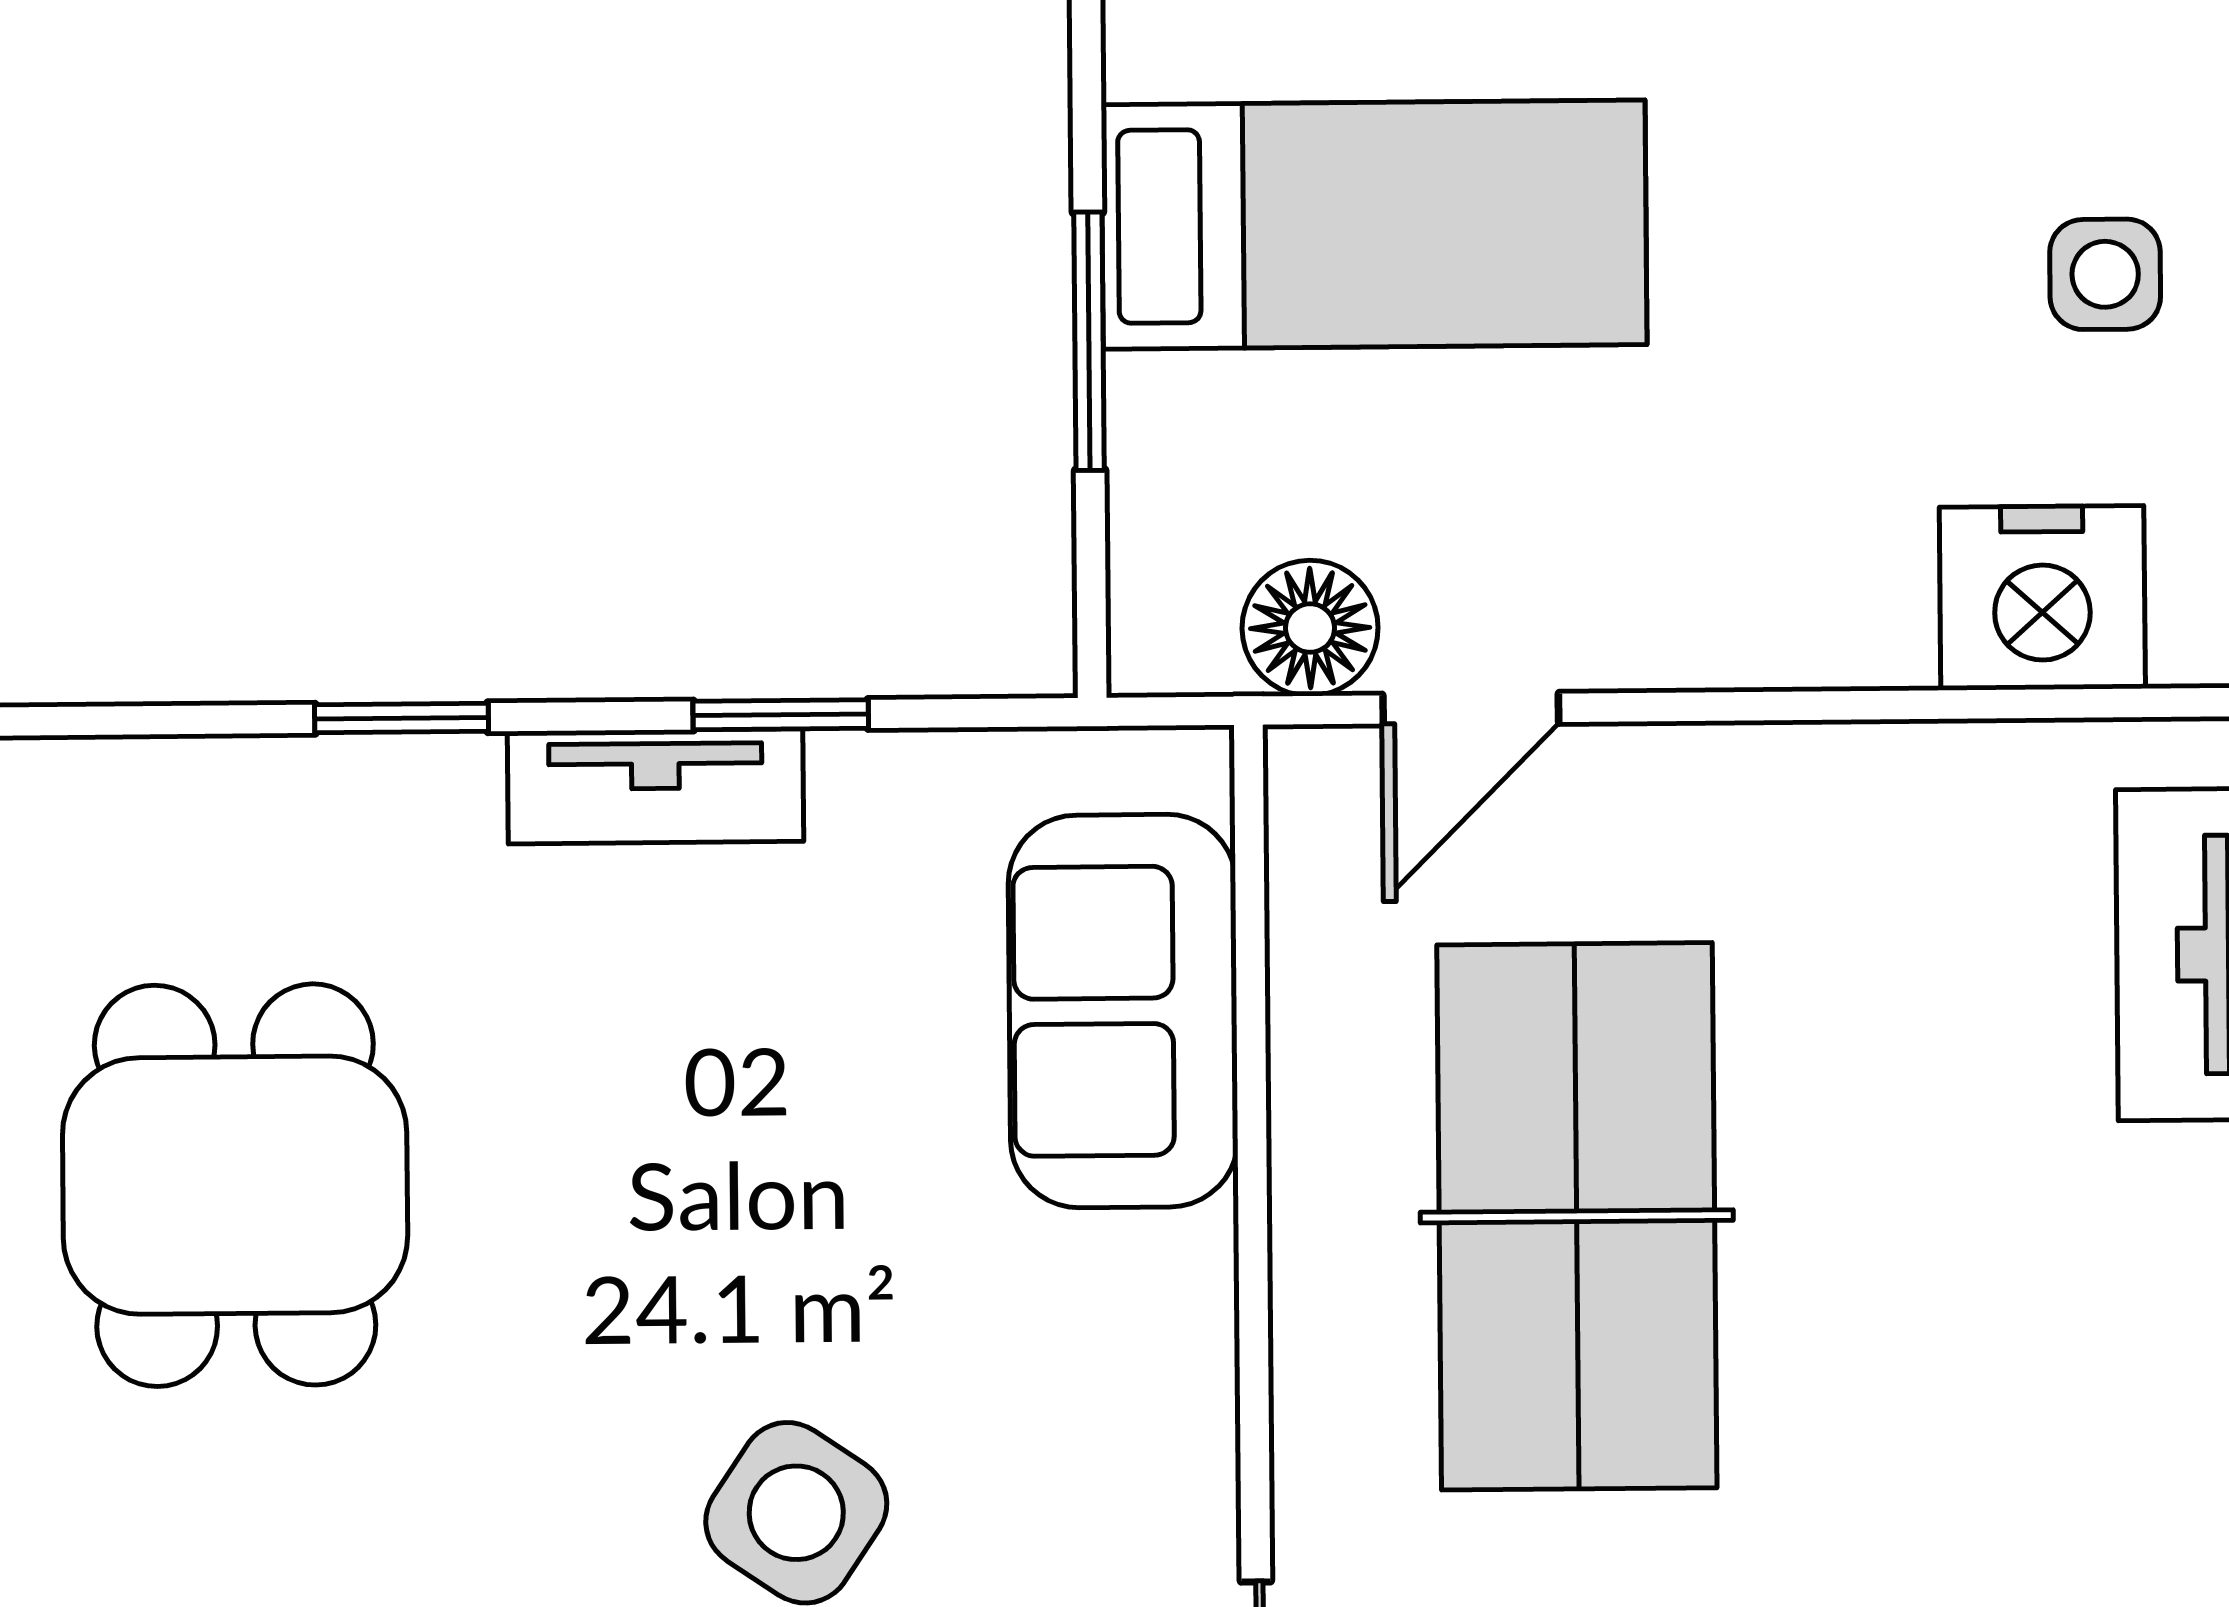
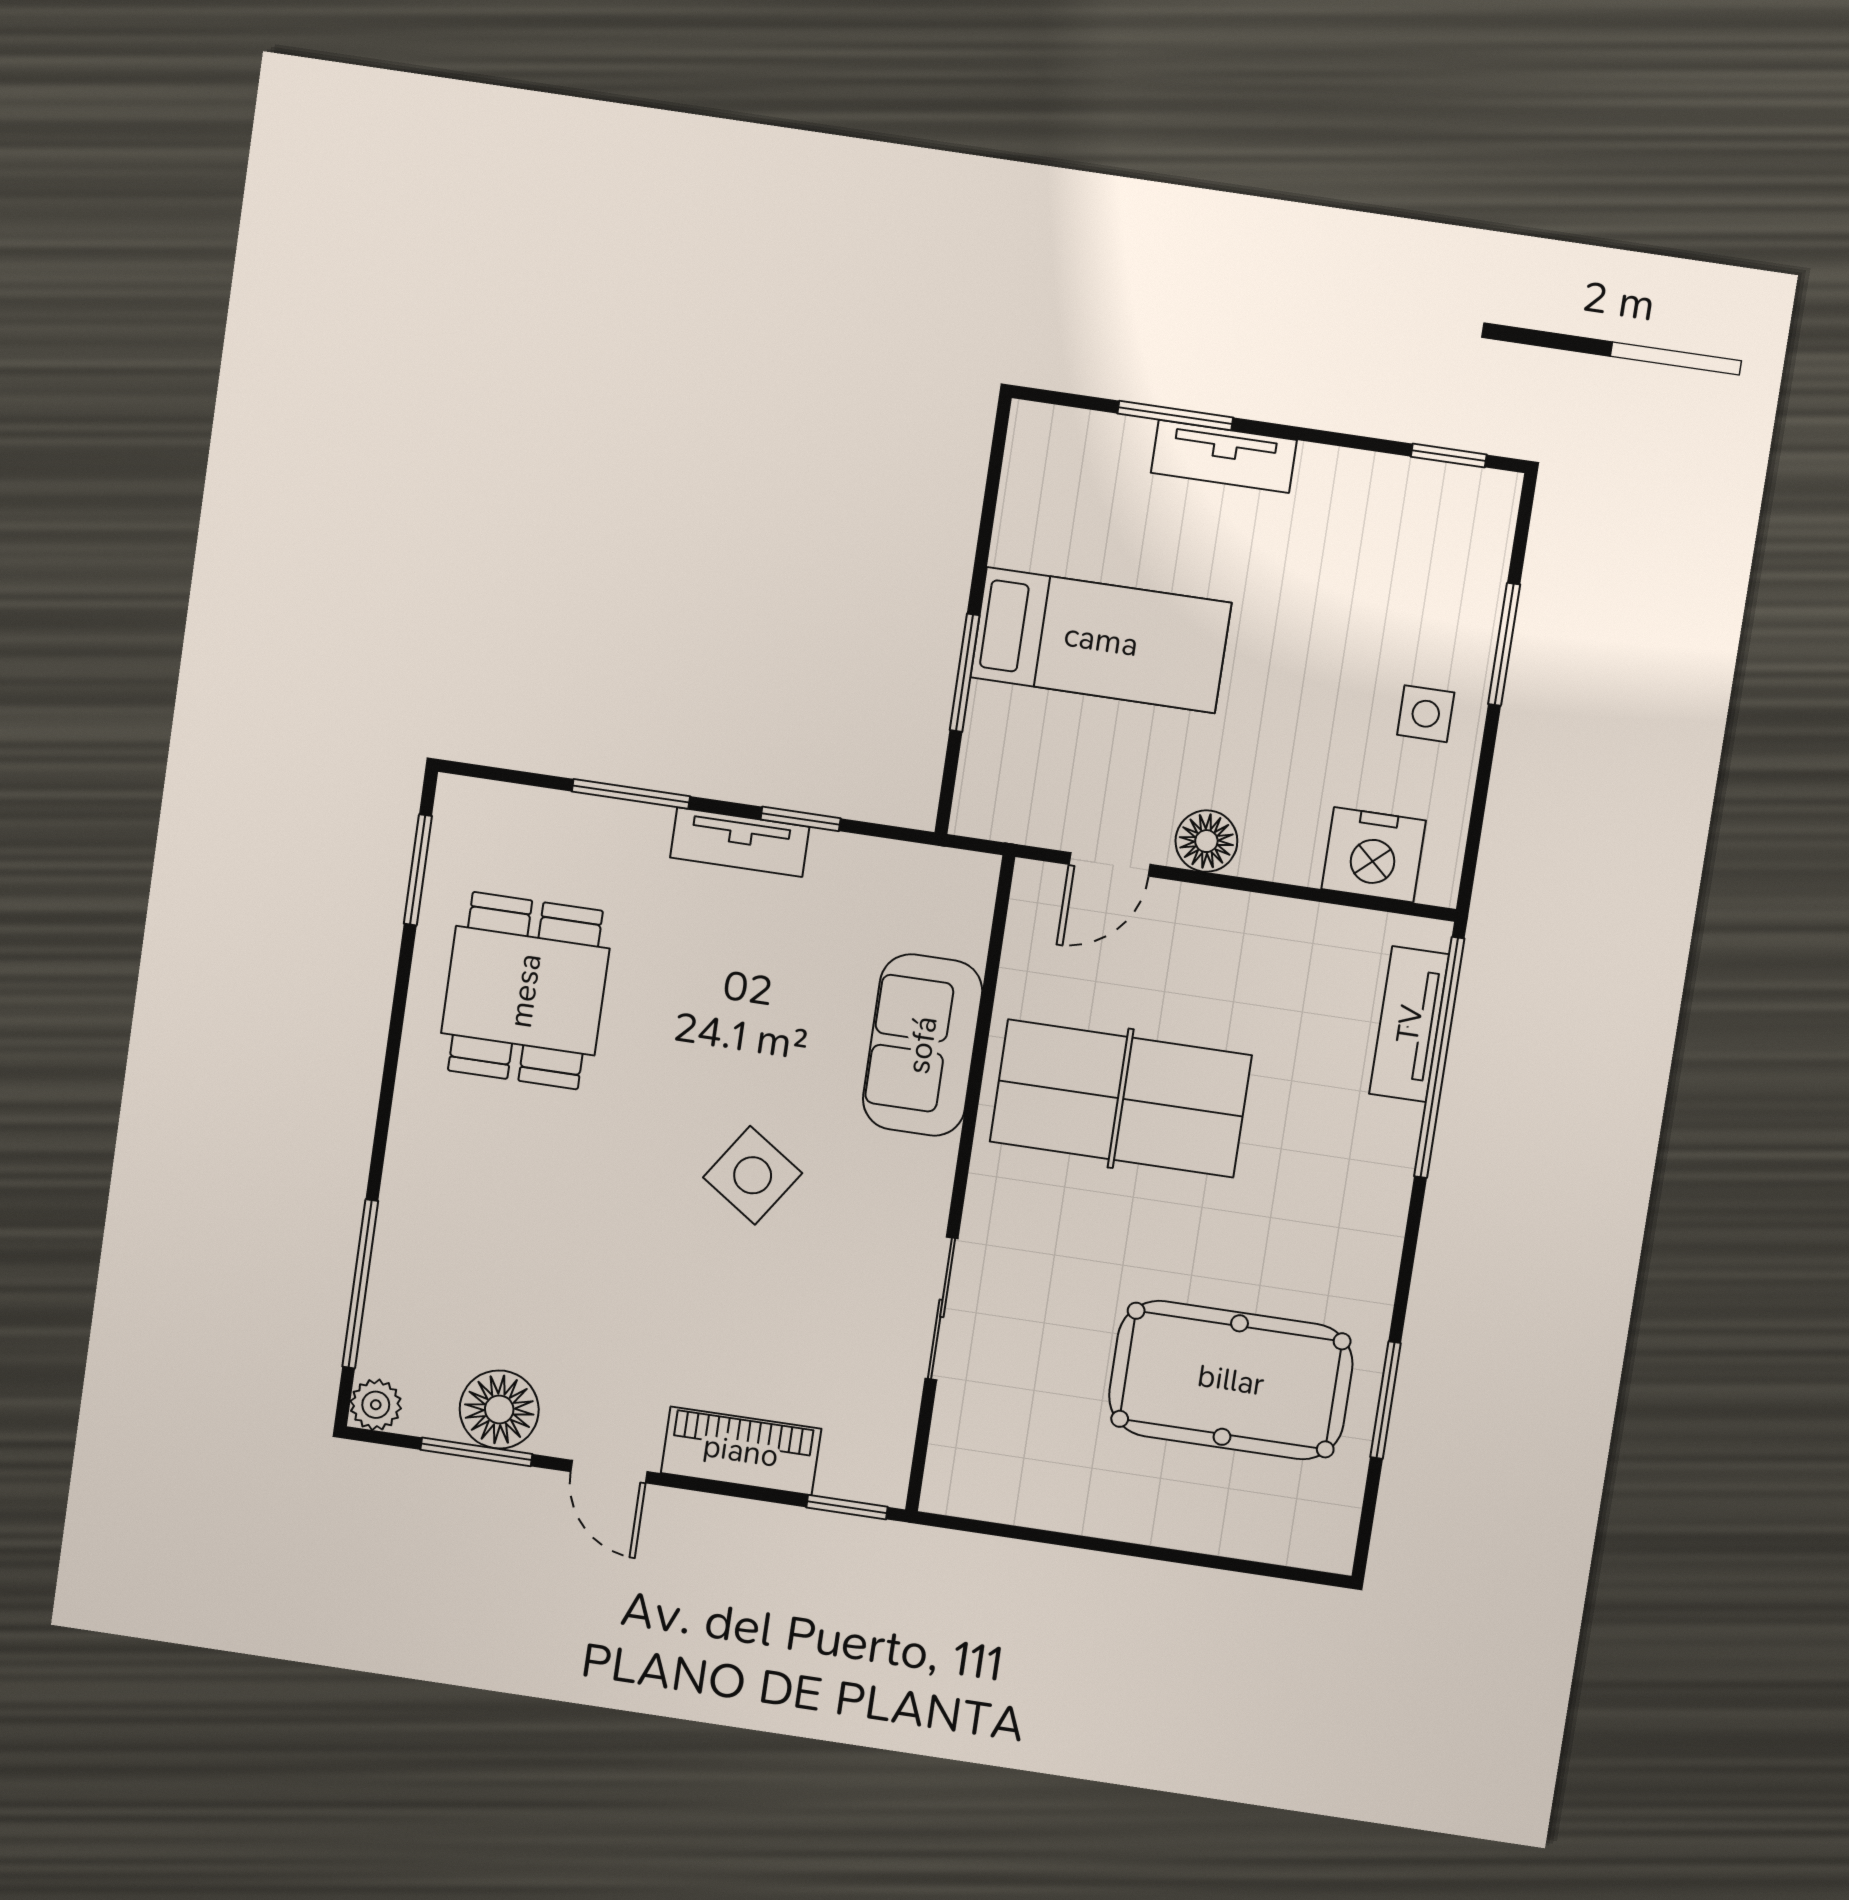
floor lamp: (1310, 628) -> (1206, 841), moved
window: (401, 718) -> (631, 794), width x1.50
sofa: (1123, 1011) -> (922, 1045), moved
table tennis table: (1577, 1216) -> (1121, 1098), turned 90

